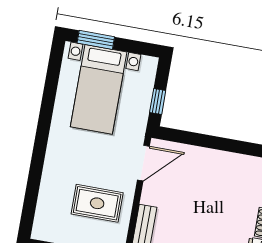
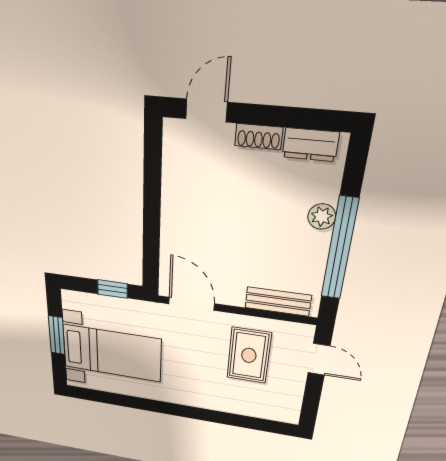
window: (96, 40) -> (57, 335), moved

